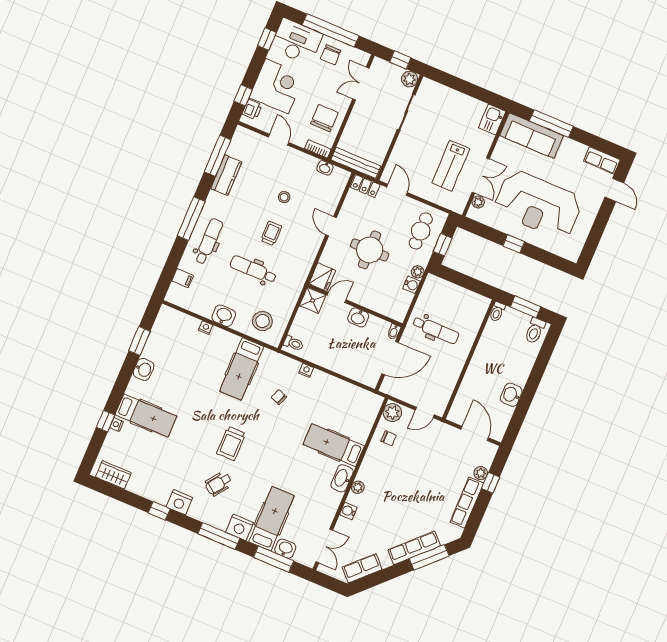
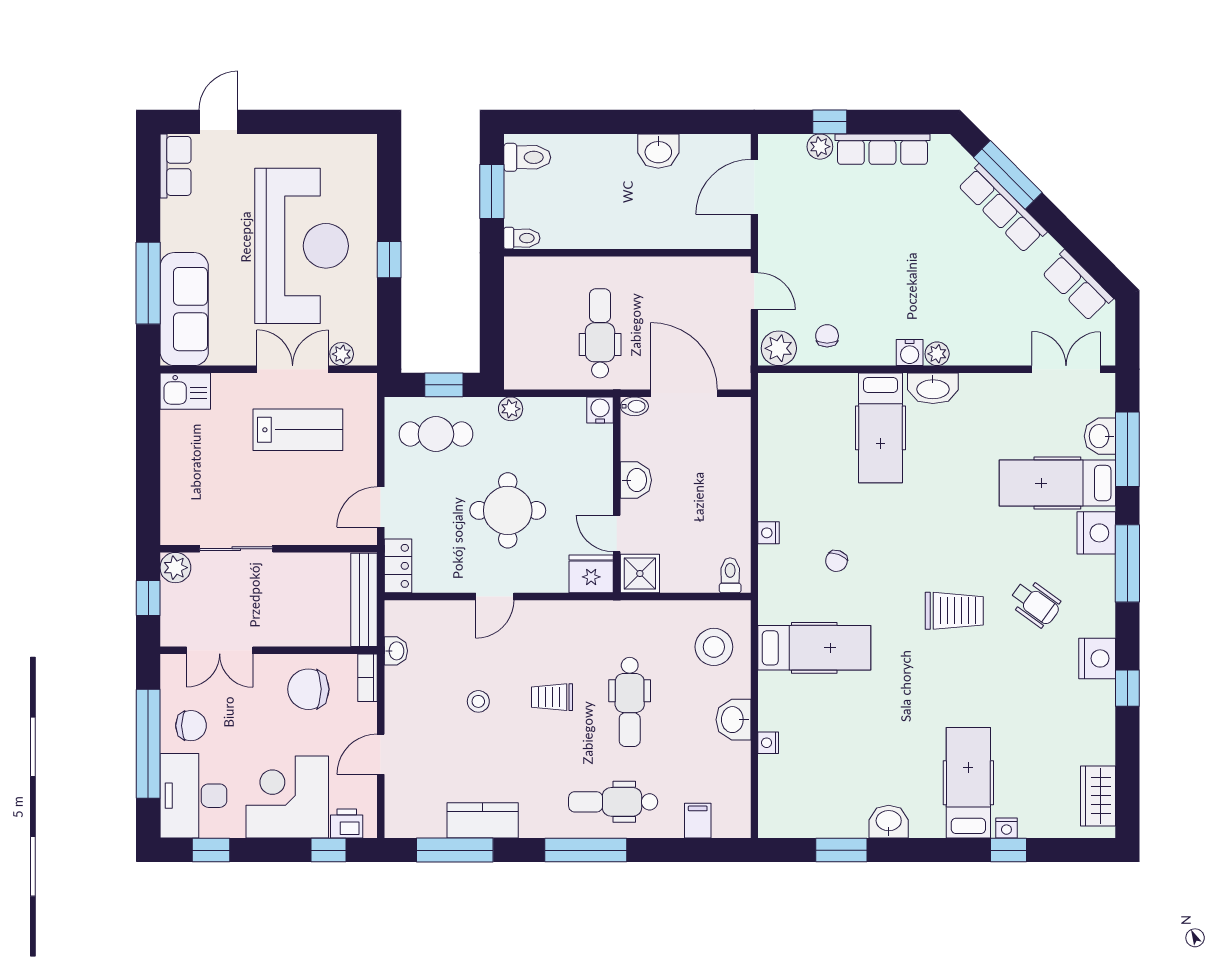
water cooler: (412, 285) -> (600, 410), moved
water cooler: (348, 511) -> (910, 353), moved

